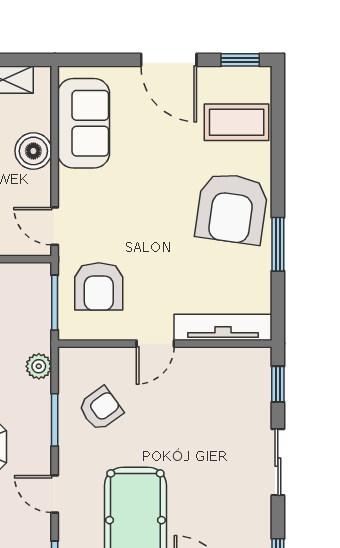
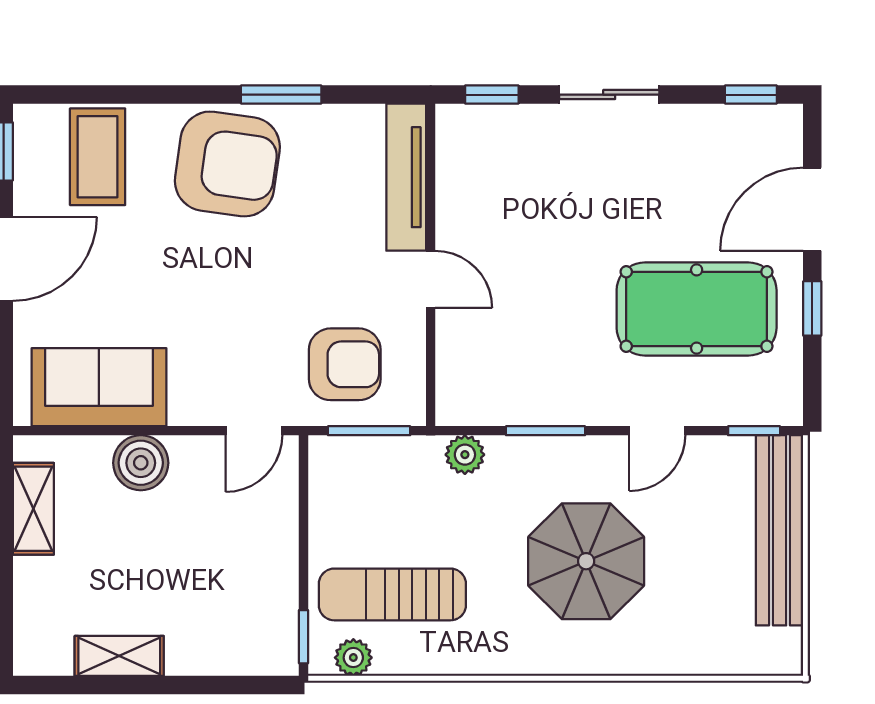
armchair: (101, 409) -> (529, 361), removed

